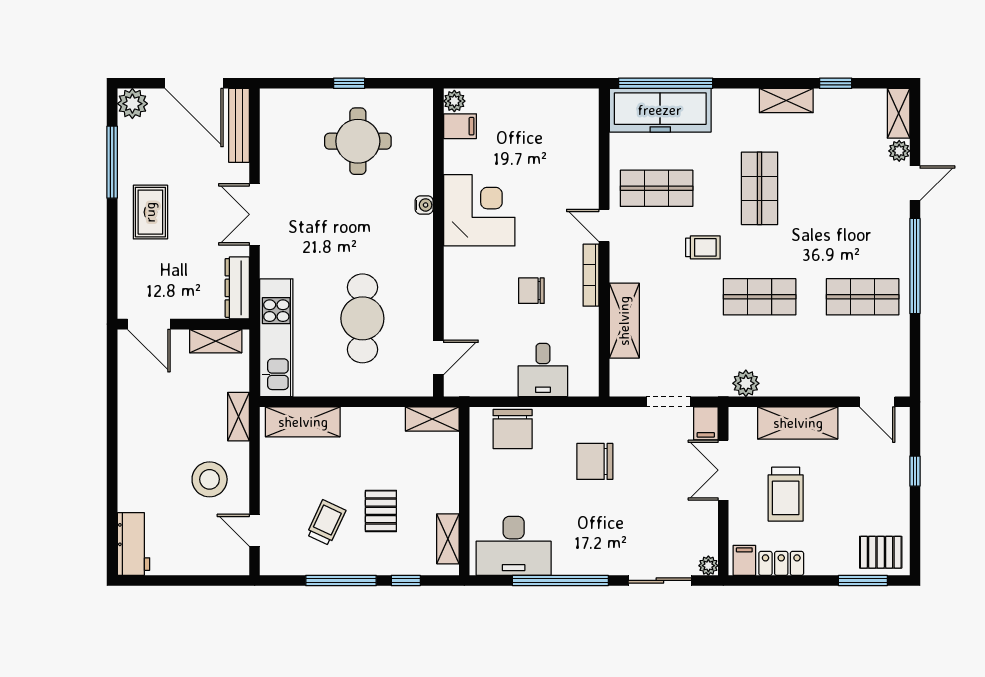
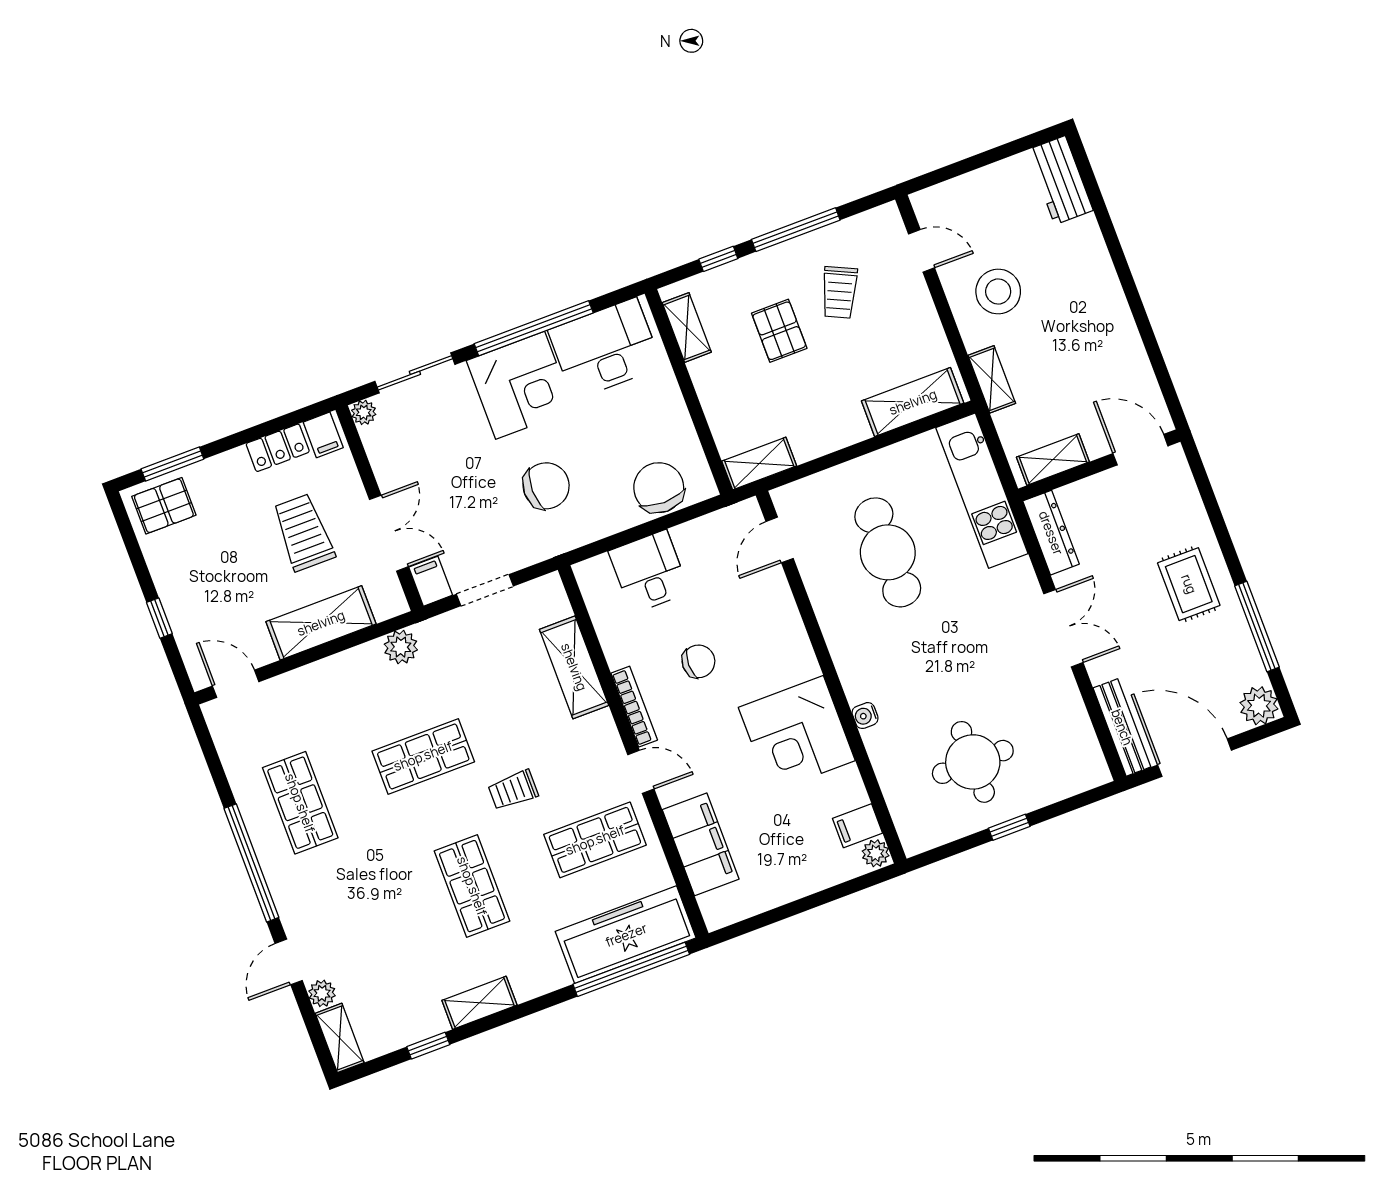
filing cabinet: (580, 156) -> (701, 844), added
shop shelf: (863, 297) -> (300, 803), turned 90
corner desk: (586, 542) -> (520, 385), added

